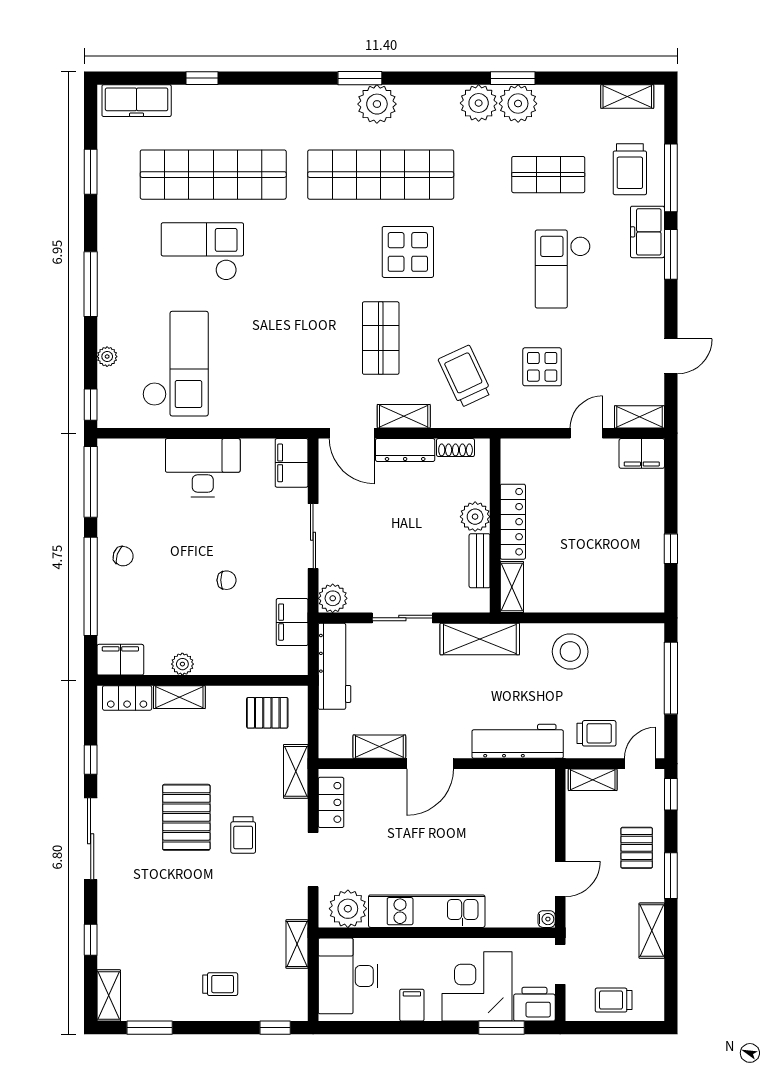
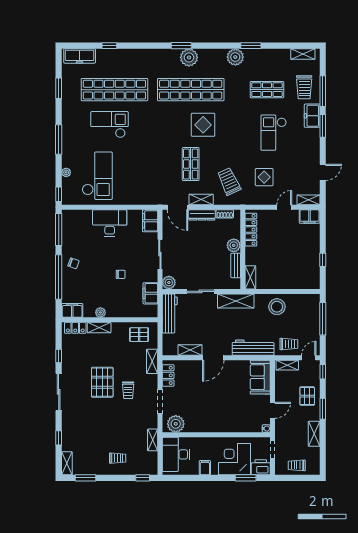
plant: (518, 104) -> (253, 57), removed
locker: (513, 522) -> (251, 230), moved
sofa: (533, 806) -> (260, 377), added
kitchen unit: (427, 911) -> (212, 425), removed

